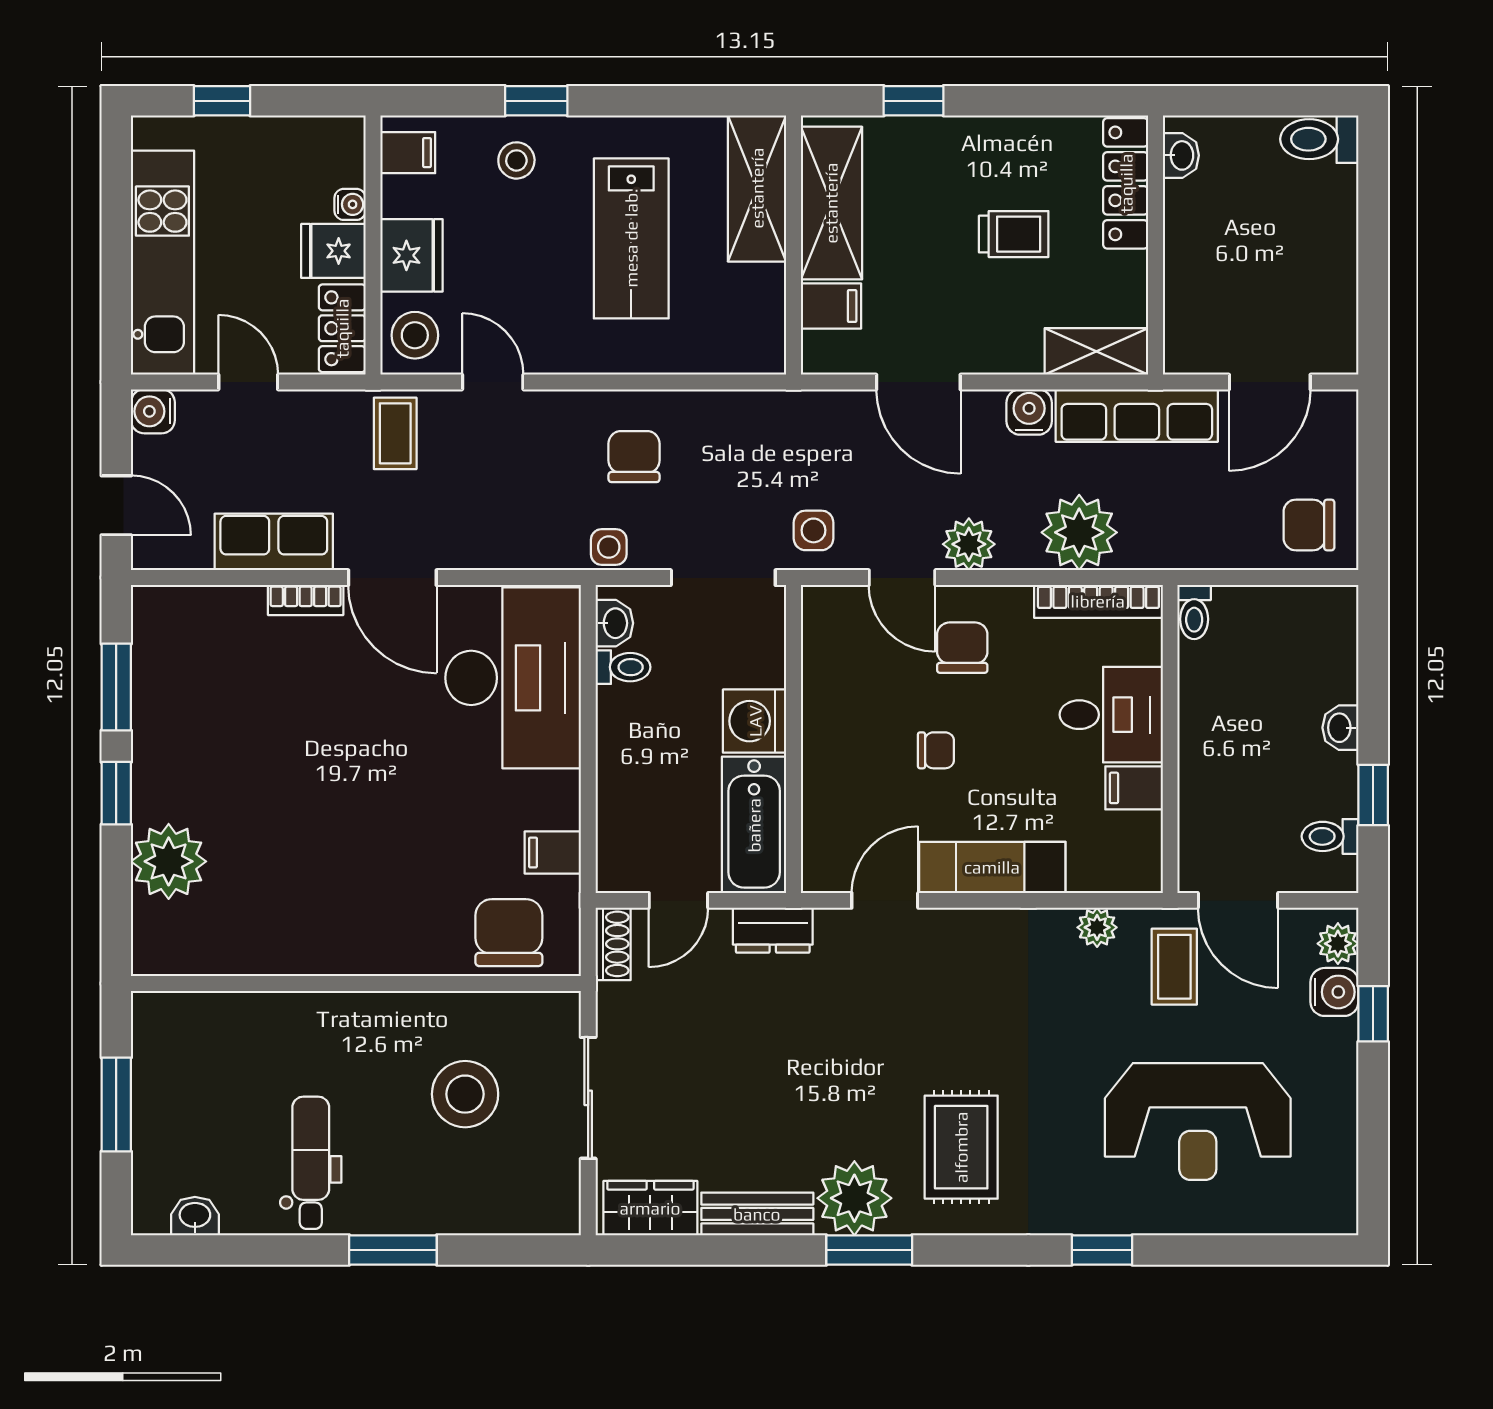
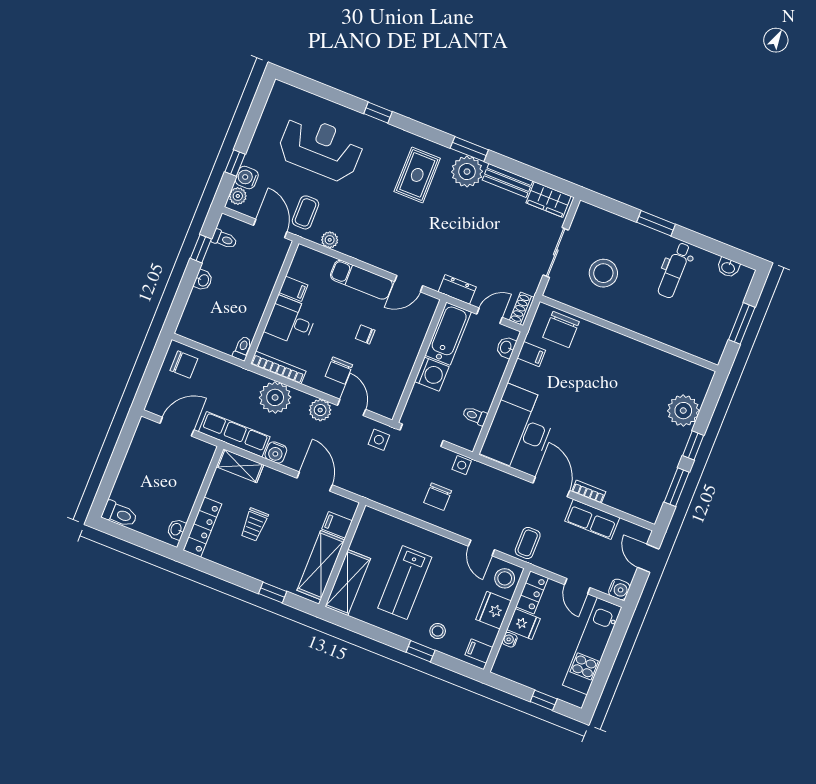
trolley: (1014, 234) -> (254, 525), turned -90
lab bench: (631, 238) -> (405, 583), turned 180
washbasin: (614, 623) -> (506, 347), moved

